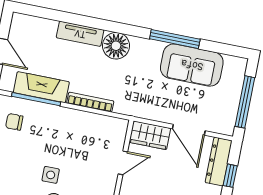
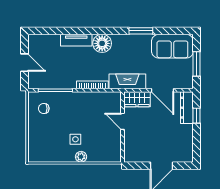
window: (175, 39) -> (141, 31), width x0.69
sofa: (192, 65) -> (172, 46), moved
fireplace: (41, 87) -> (127, 81), moved
window: (245, 102) -> (197, 64), width x0.69
door: (123, 163) -> (123, 121), swing flipped

